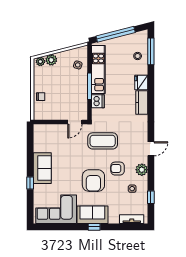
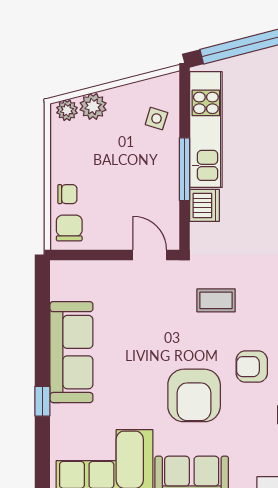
chair: (41, 111) -> (69, 228), added
door: (75, 122) -> (150, 255), swing flipped
coffee table: (103, 141) -> (216, 300), width x0.54, depth x0.58
sofa: (42, 168) -> (71, 352), width x1.36

